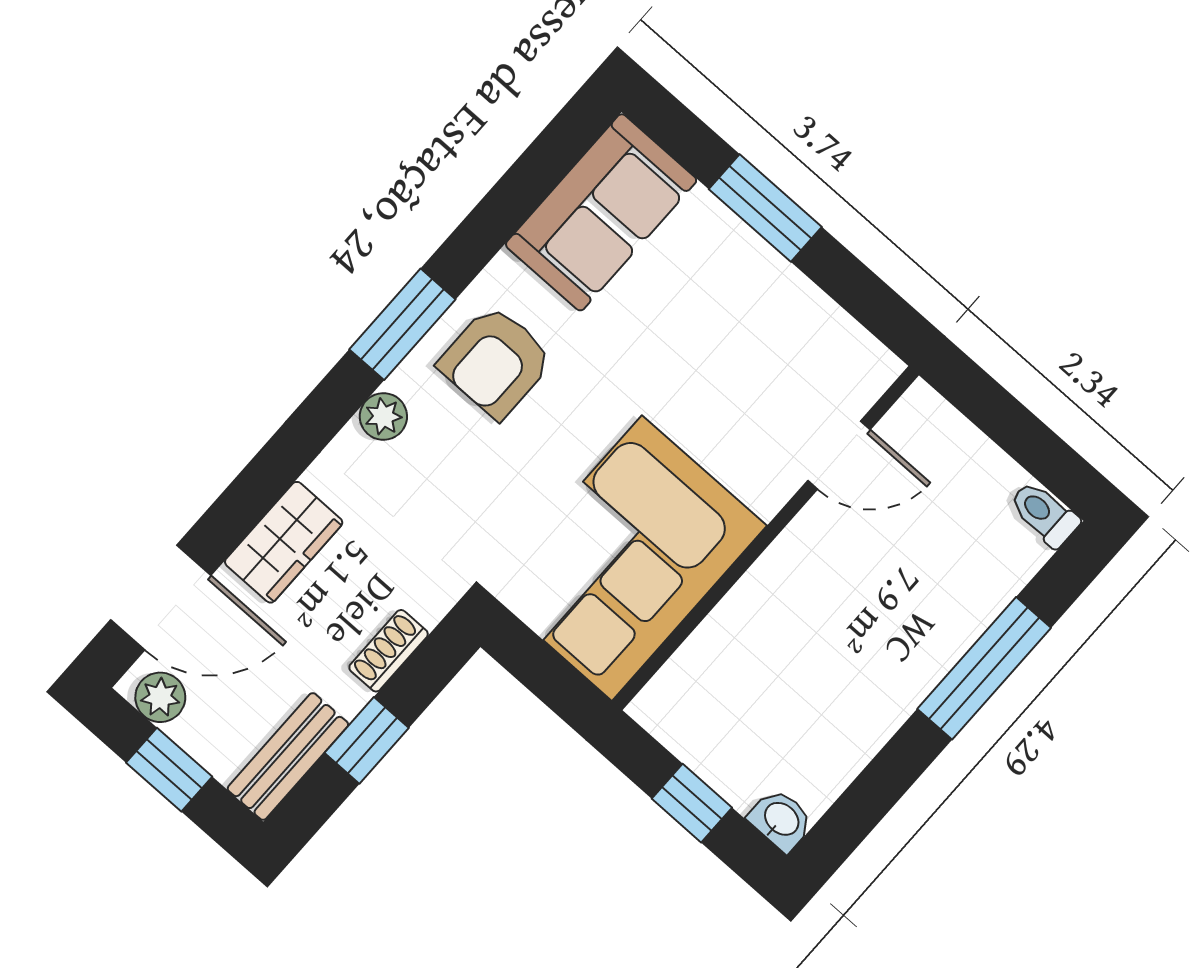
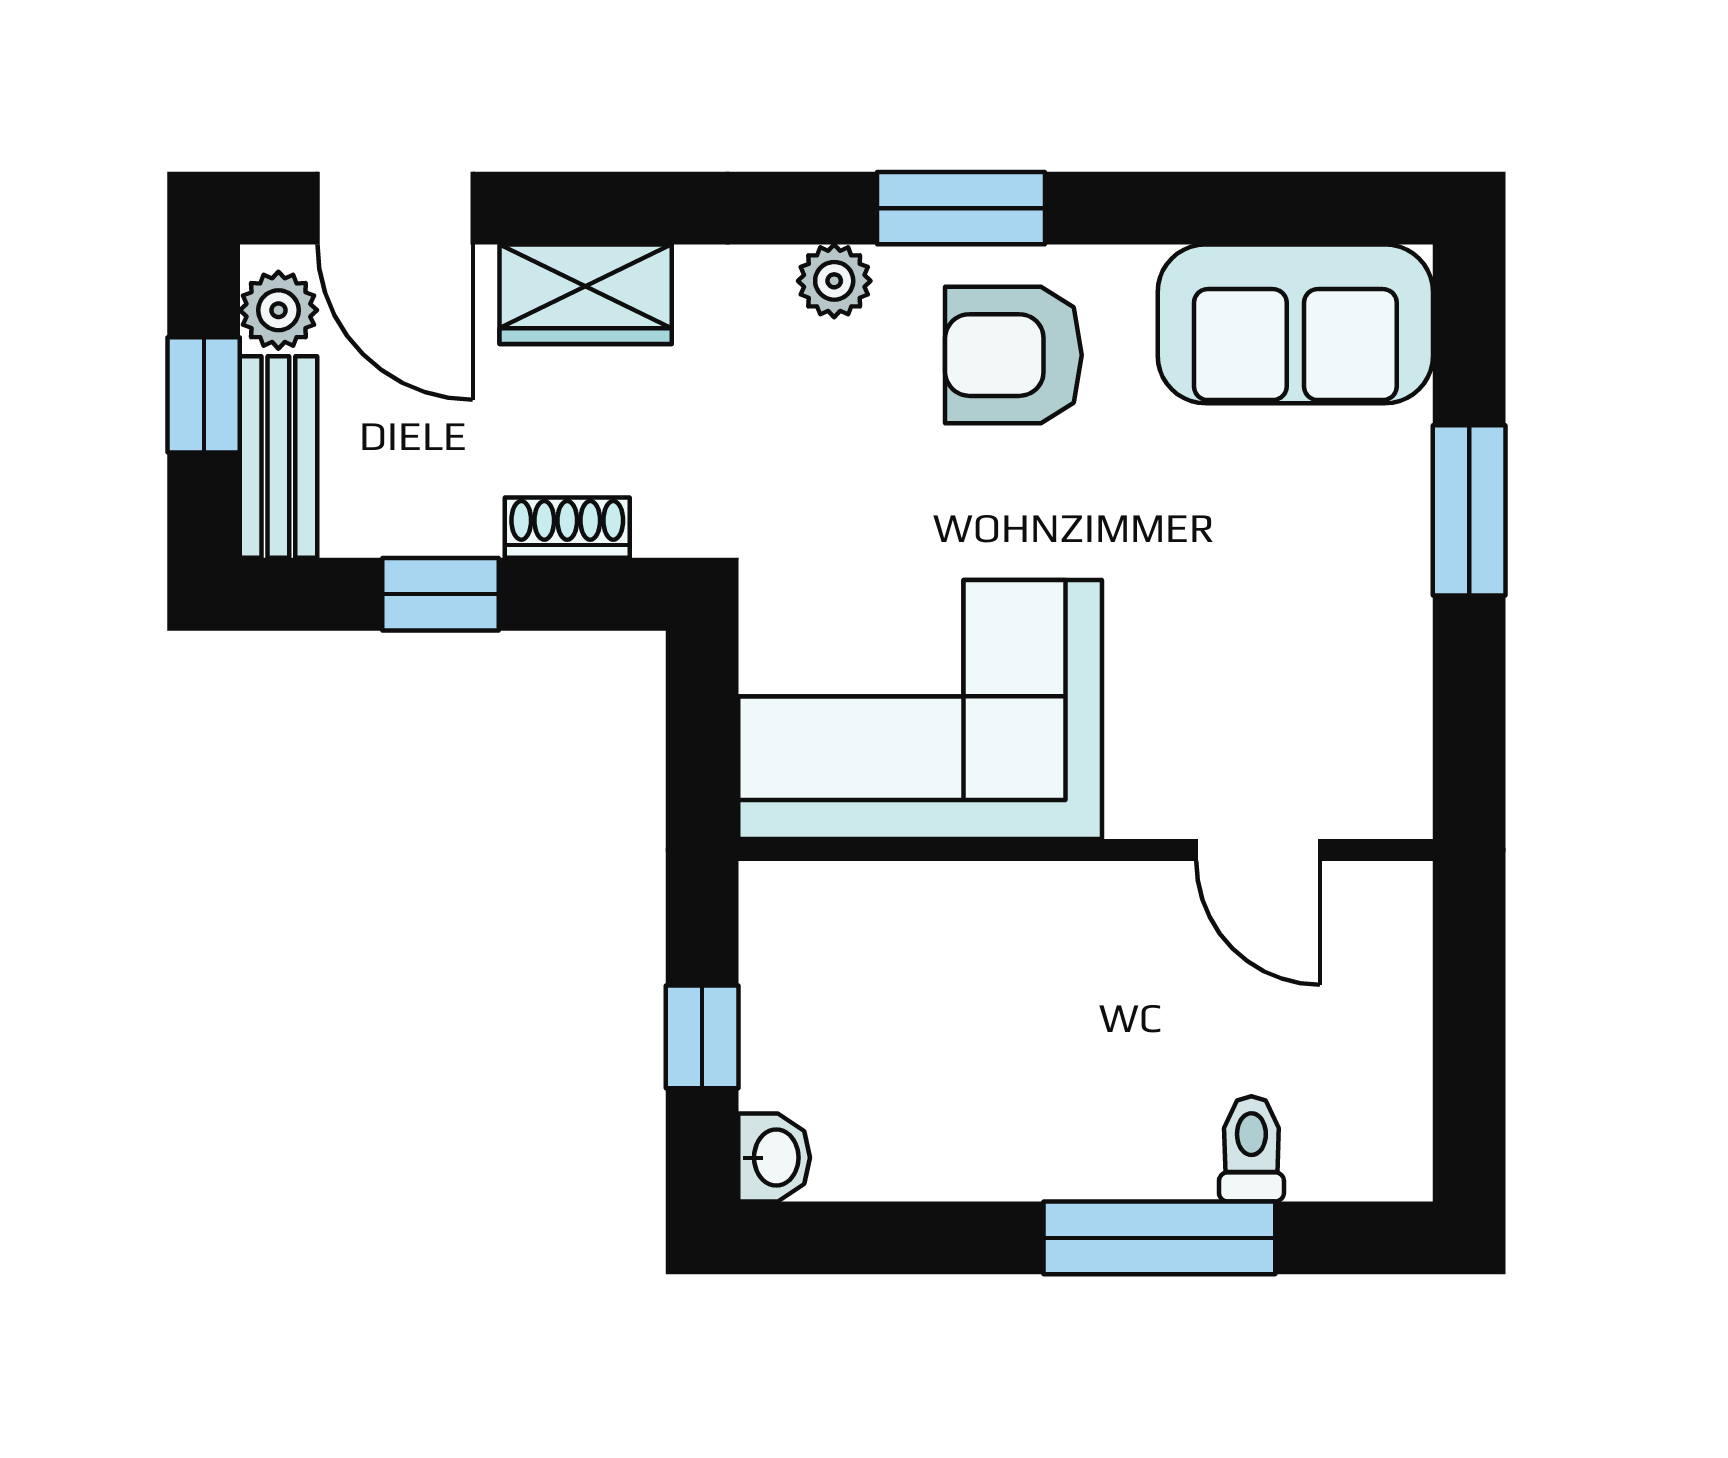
toilet: (1044, 514) -> (1251, 1149), moved
bench: (288, 757) -> (278, 457), moved, turned 90

